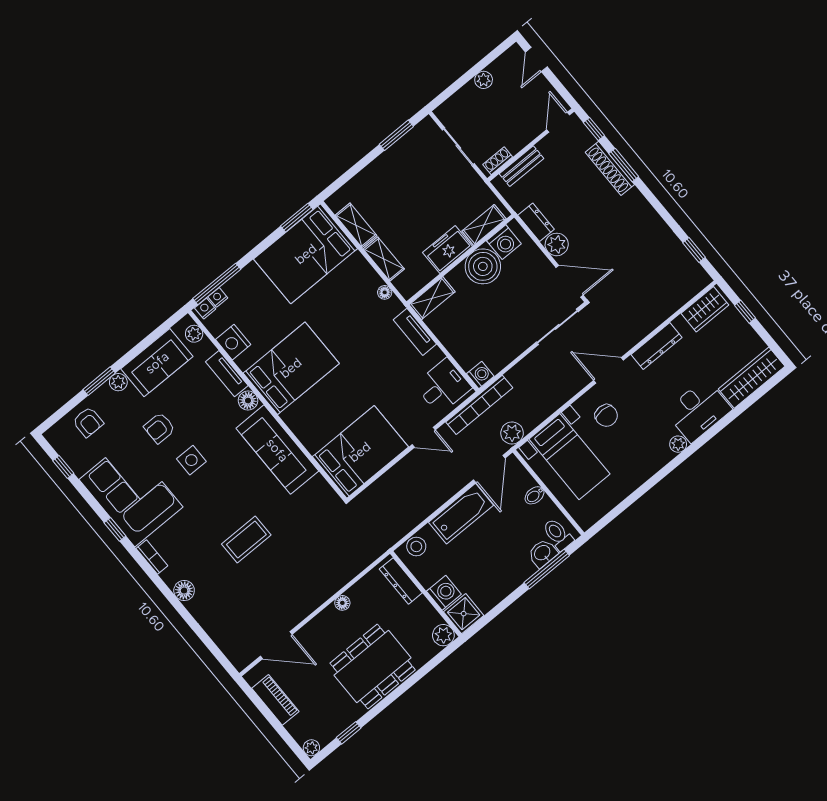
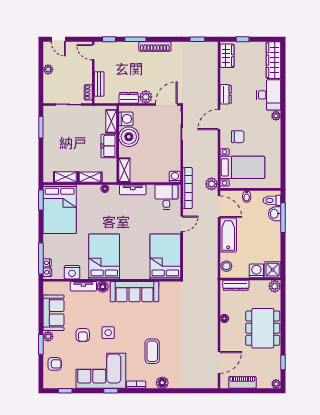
shoe rack: (610, 168) -> (155, 46), moved
plant: (194, 334) -> (54, 286), removed
dresser: (656, 346) -> (226, 94), width x0.70
coffee table: (246, 539) -> (152, 351), moved

